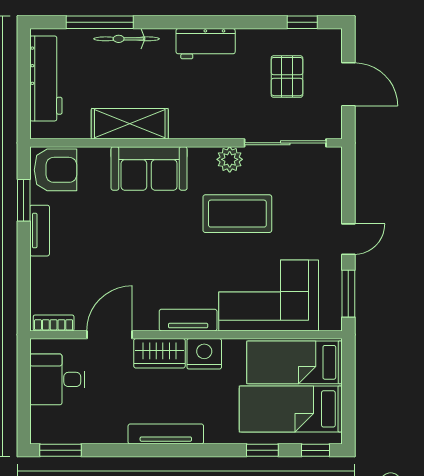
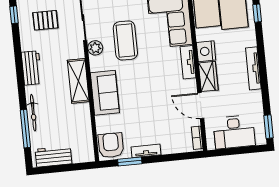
workbench: (46, 78) -> (53, 157), width x0.73
shelving: (130, 124) -> (78, 81), moved
desk: (57, 379) -> (234, 132), width x1.37

